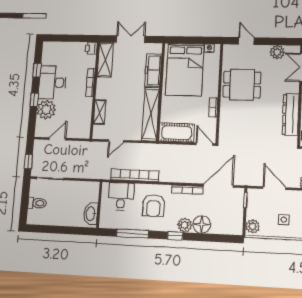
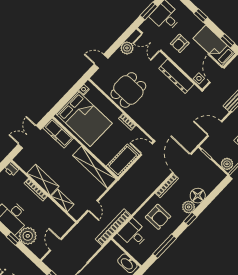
shelving: (105, 60) -> (43, 180), moved
freezer: (153, 70) -> (58, 133), moved
bookcase: (135, 175) -> (113, 227), moved

